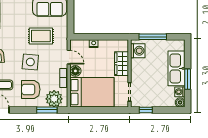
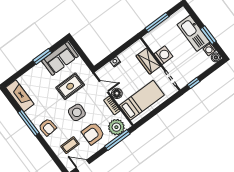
washing machine: (138, 51) -> (163, 55), moved
bed: (92, 92) -> (142, 100), width x0.67
window: (47, 110) -> (117, 140), width x1.44

